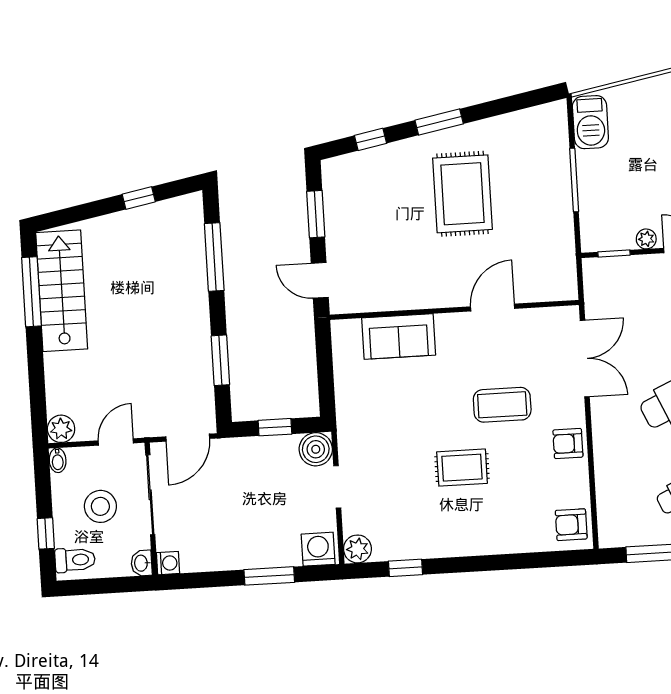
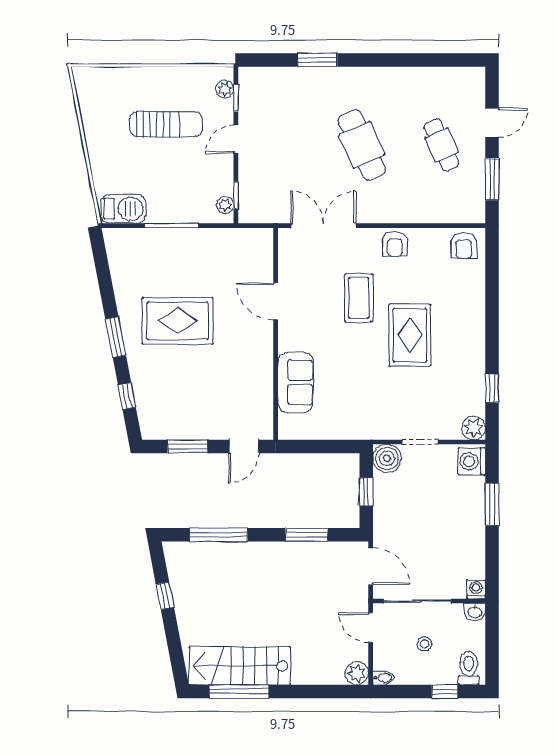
plant: (646, 239) -> (225, 205), moved
rug: (462, 468) -> (410, 335), width x1.36, depth x1.43
stool: (100, 506) -> (425, 644), width x0.53, depth x0.53

